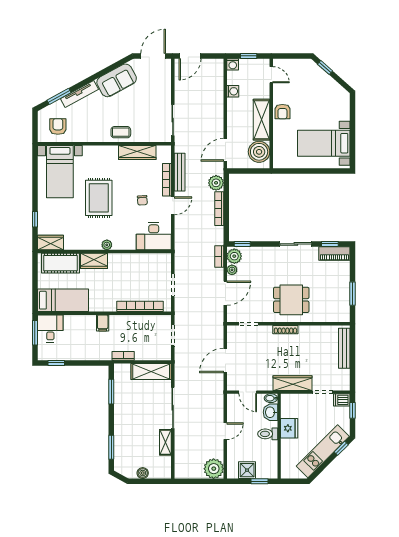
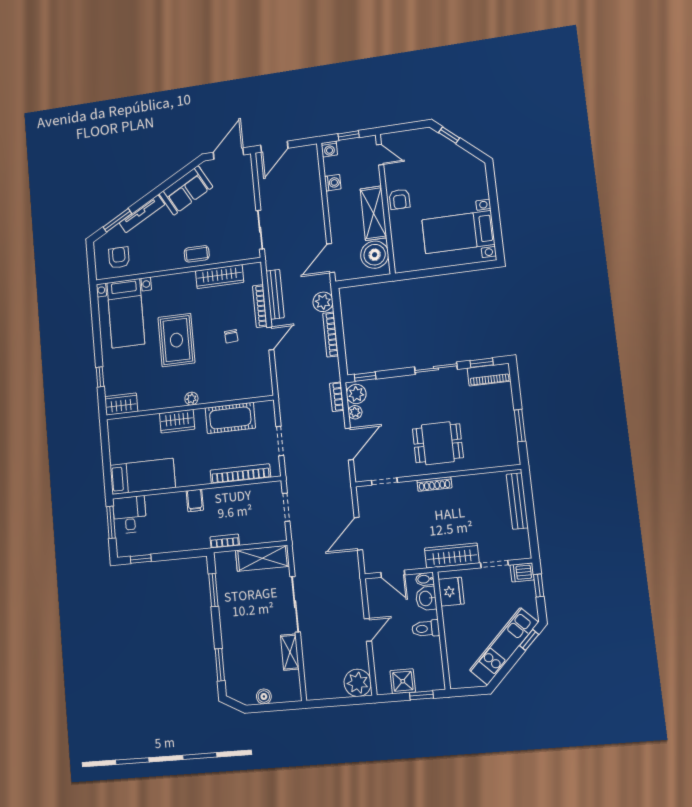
desk: (154, 236) -> (250, 381), removed
cot: (61, 263) -> (230, 418), moved
fridge: (289, 428) -> (451, 592), moved

